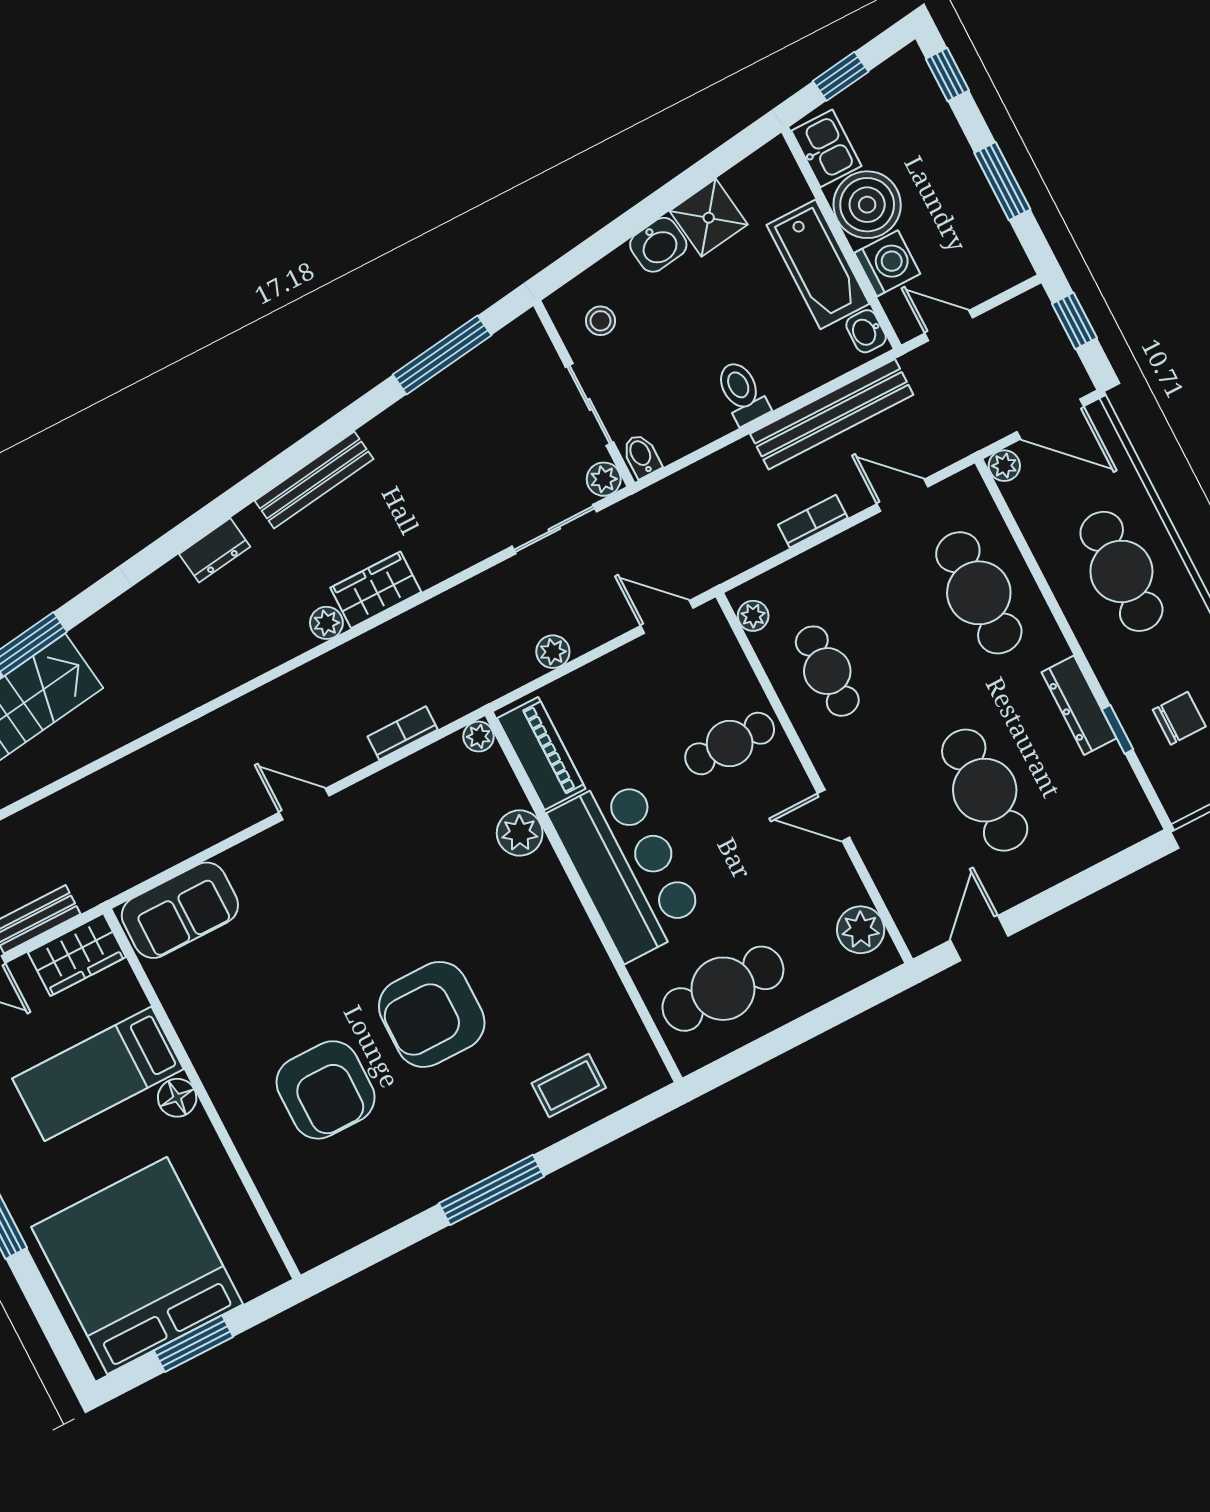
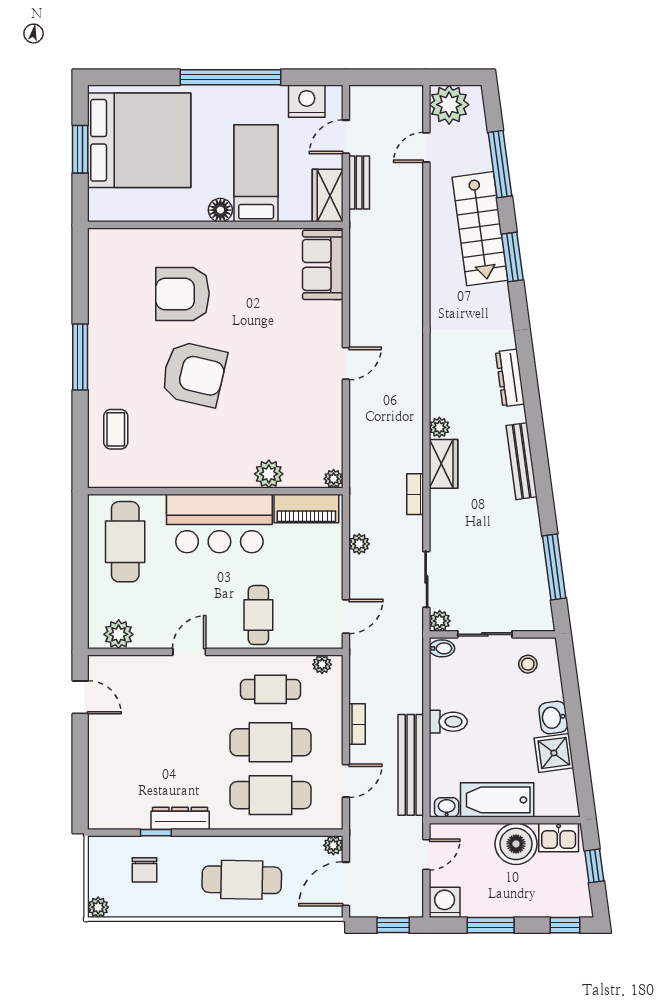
washing machine: (887, 263) -> (445, 902), moved, turned 180
dresser: (215, 550) -> (510, 378), width x1.44
bookcase: (403, 733) -> (415, 494), moved, turned 180
cafe table: (985, 790) -> (270, 742), moved
armchair: (432, 1014) -> (194, 374), turned 103

